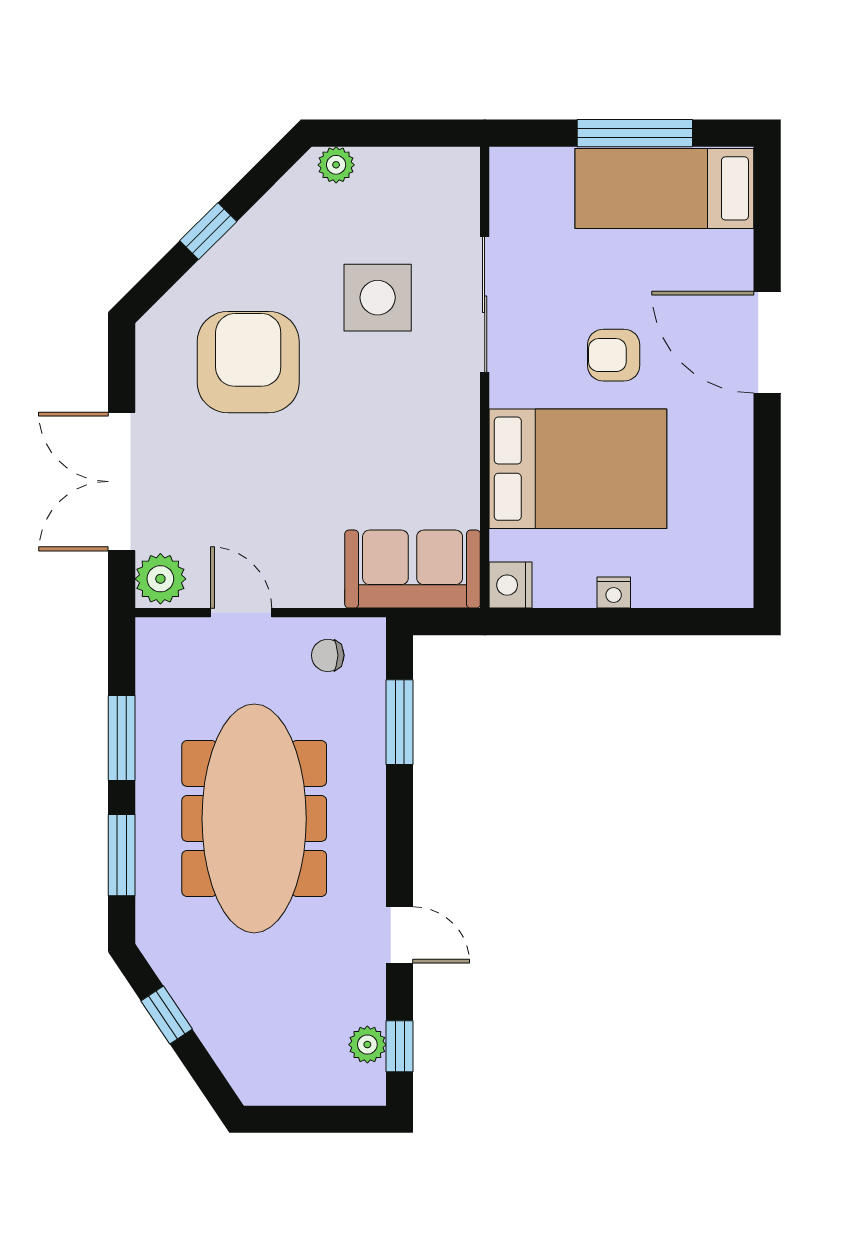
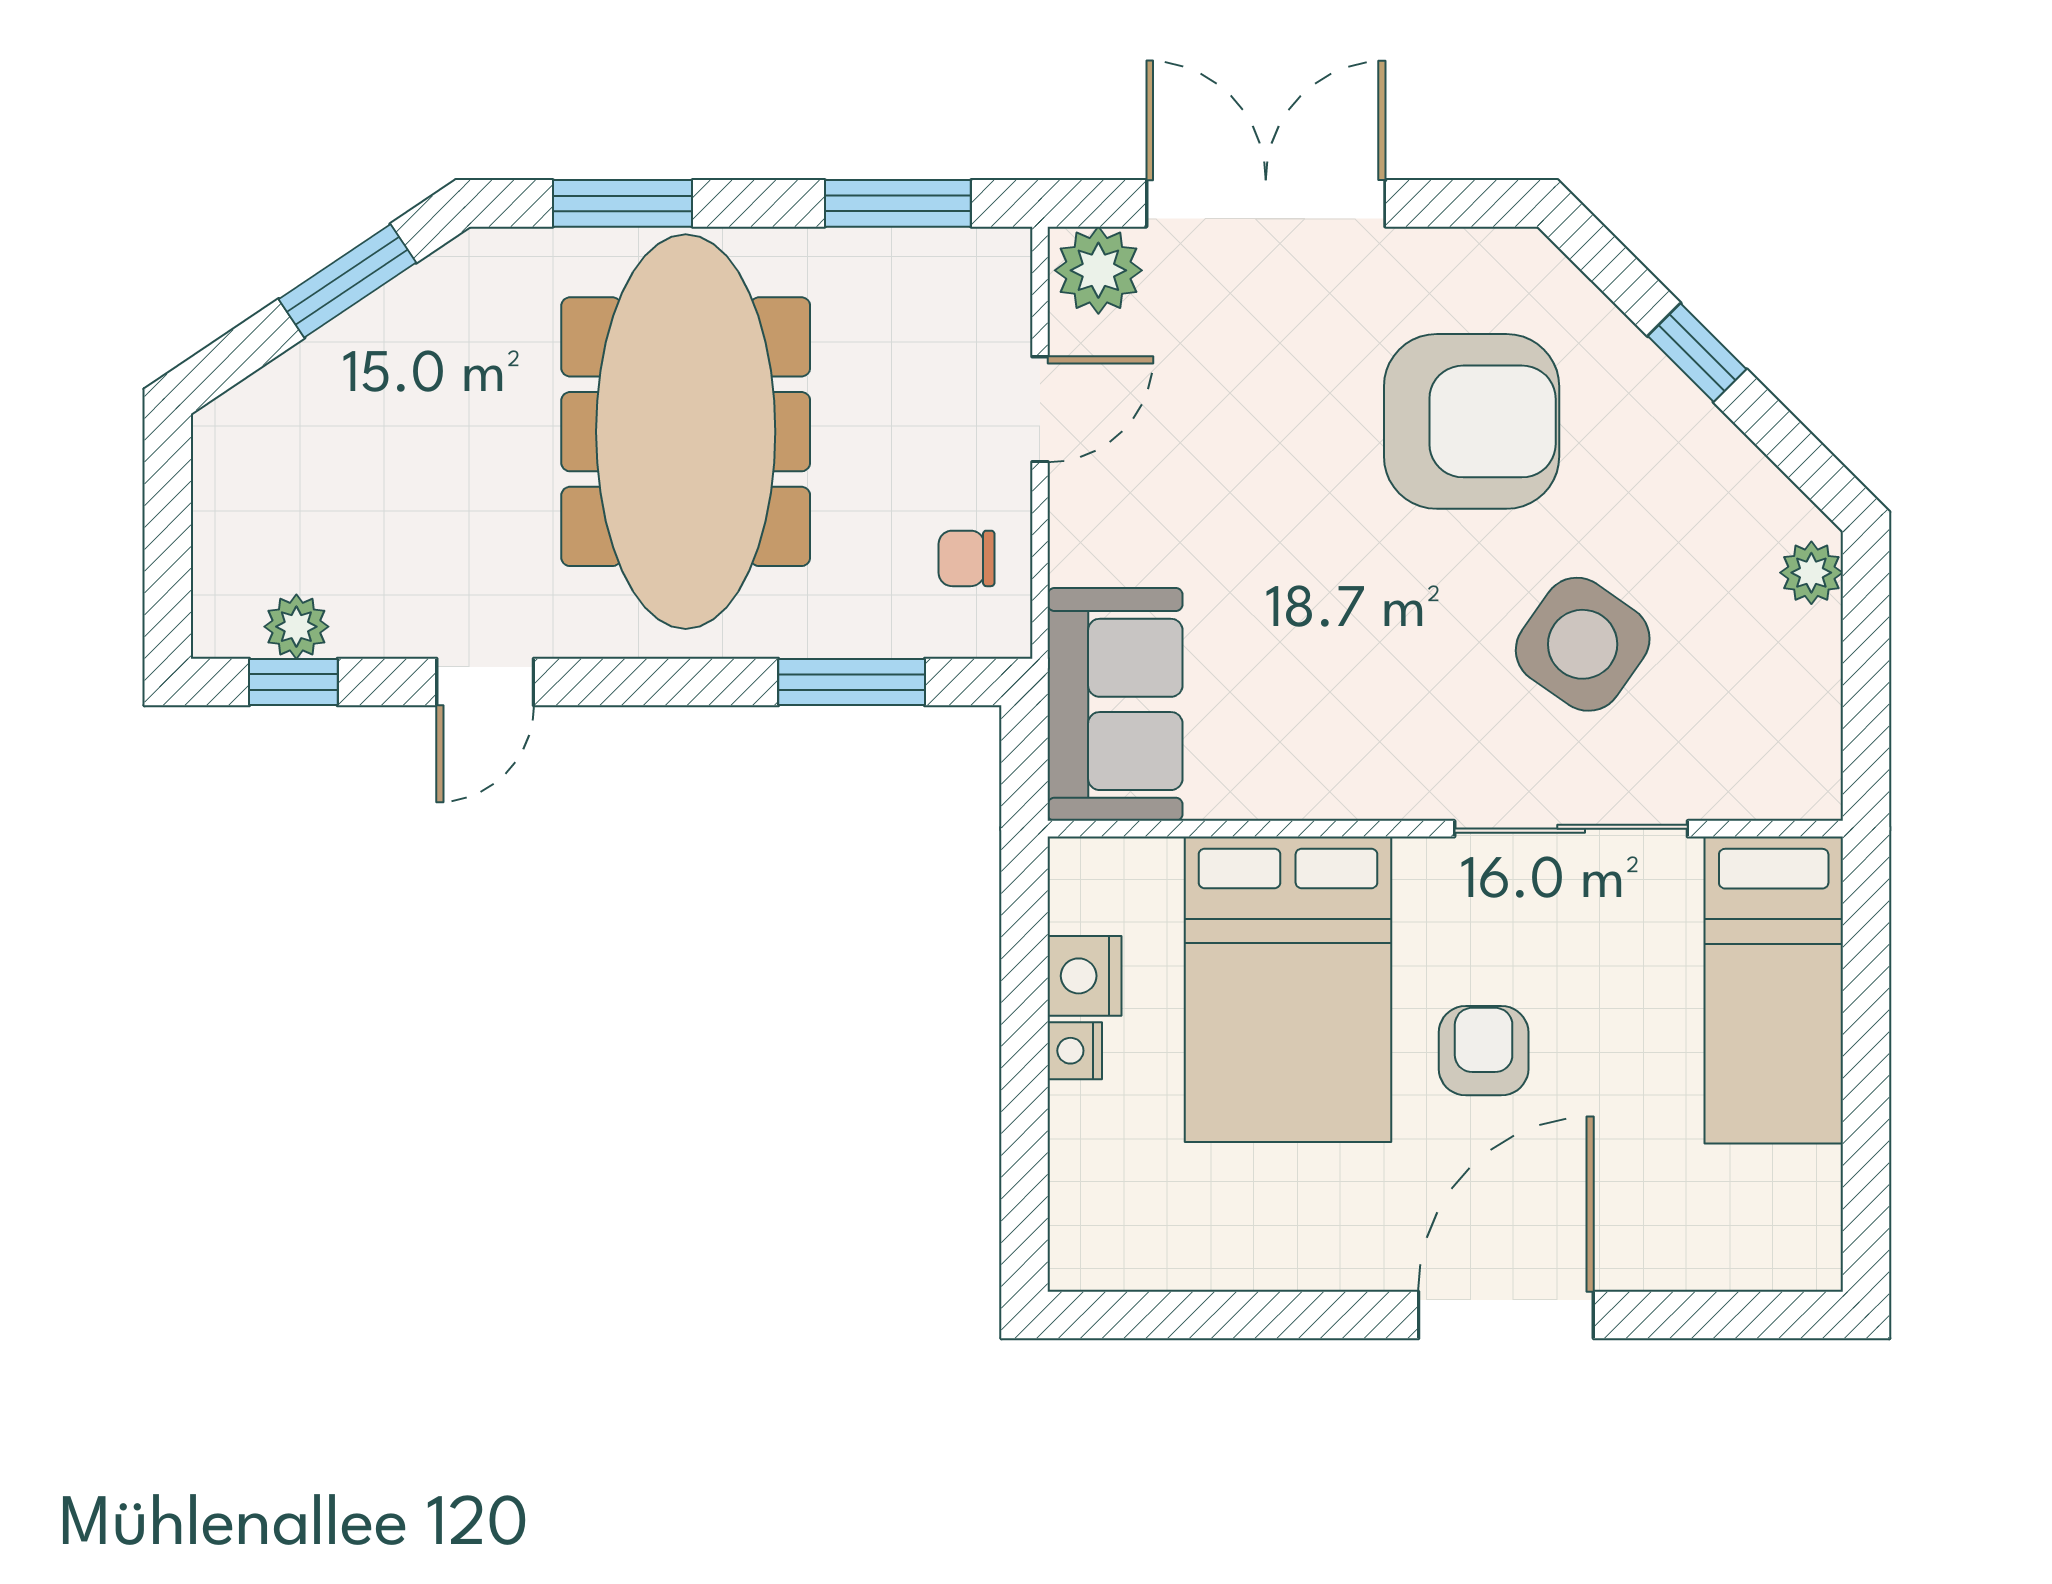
window: (635, 133) -> (1866, 1087), removed
bed: (664, 188) -> (1774, 990), moved, turned 180
side table: (378, 298) -> (1583, 644), turned 35
nightstand: (511, 585) -> (1084, 976), moved, turned -90
chair: (328, 655) -> (966, 558), turned -90
window: (122, 738) -> (898, 203), moved
meeting table: (254, 818) -> (686, 432), turned 90
window: (167, 1015) -> (347, 281), width x1.50

